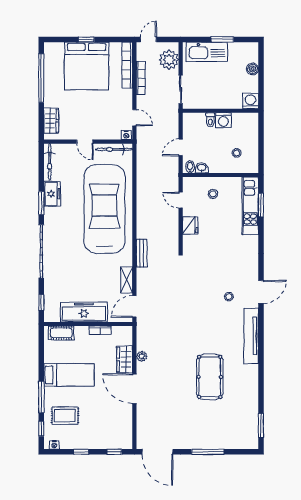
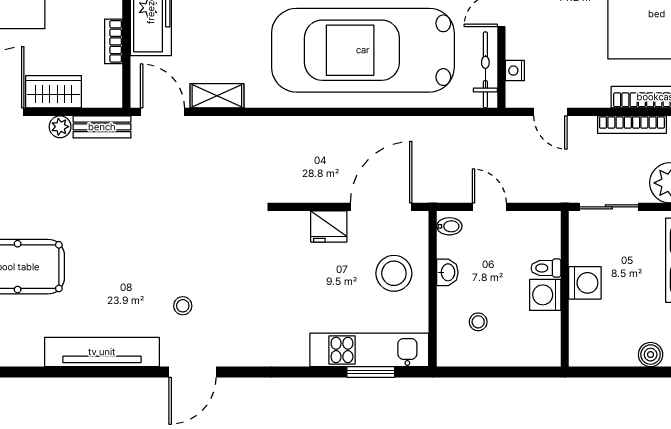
washing machine: (251, 101) -> (585, 283), moved
door: (134, 118) -> (550, 112), hinge flipped
nightstand: (126, 135) -> (515, 71), moved
washbasin: (202, 168) -> (447, 272), moved
stool: (213, 194) -> (394, 273), width x1.89, depth x1.89
door: (181, 200) -> (381, 207), width x1.87
car: (104, 209) -> (363, 50), turned 180
bench: (142, 253) -> (102, 127), moved
door: (261, 292) -> (192, 372), hinge flipped

